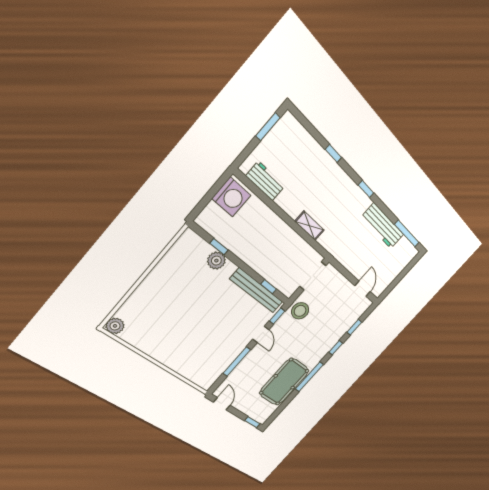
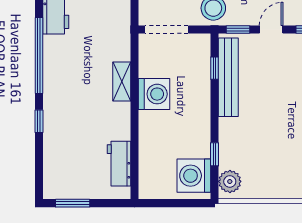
window: (366, 189) -> (39, 56), width x3.17
washing machine: (231, 197) -> (194, 176), moved, turned -90
washing machine: (286, 239) -> (154, 94), added
plant: (216, 261) -> (230, 181), moved

